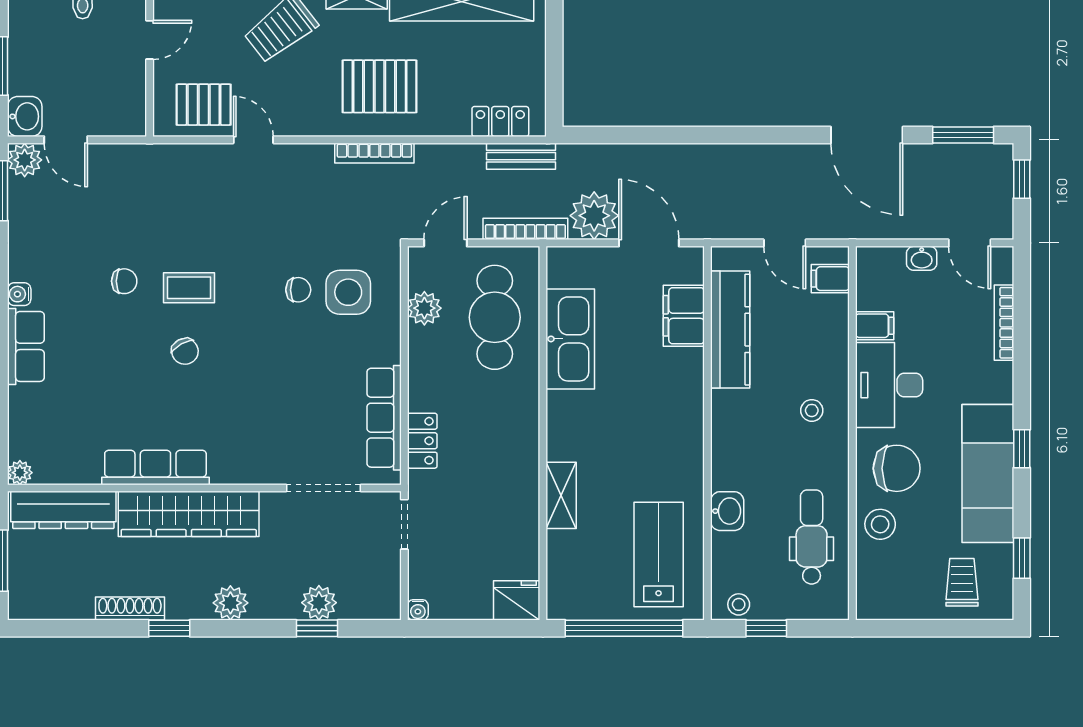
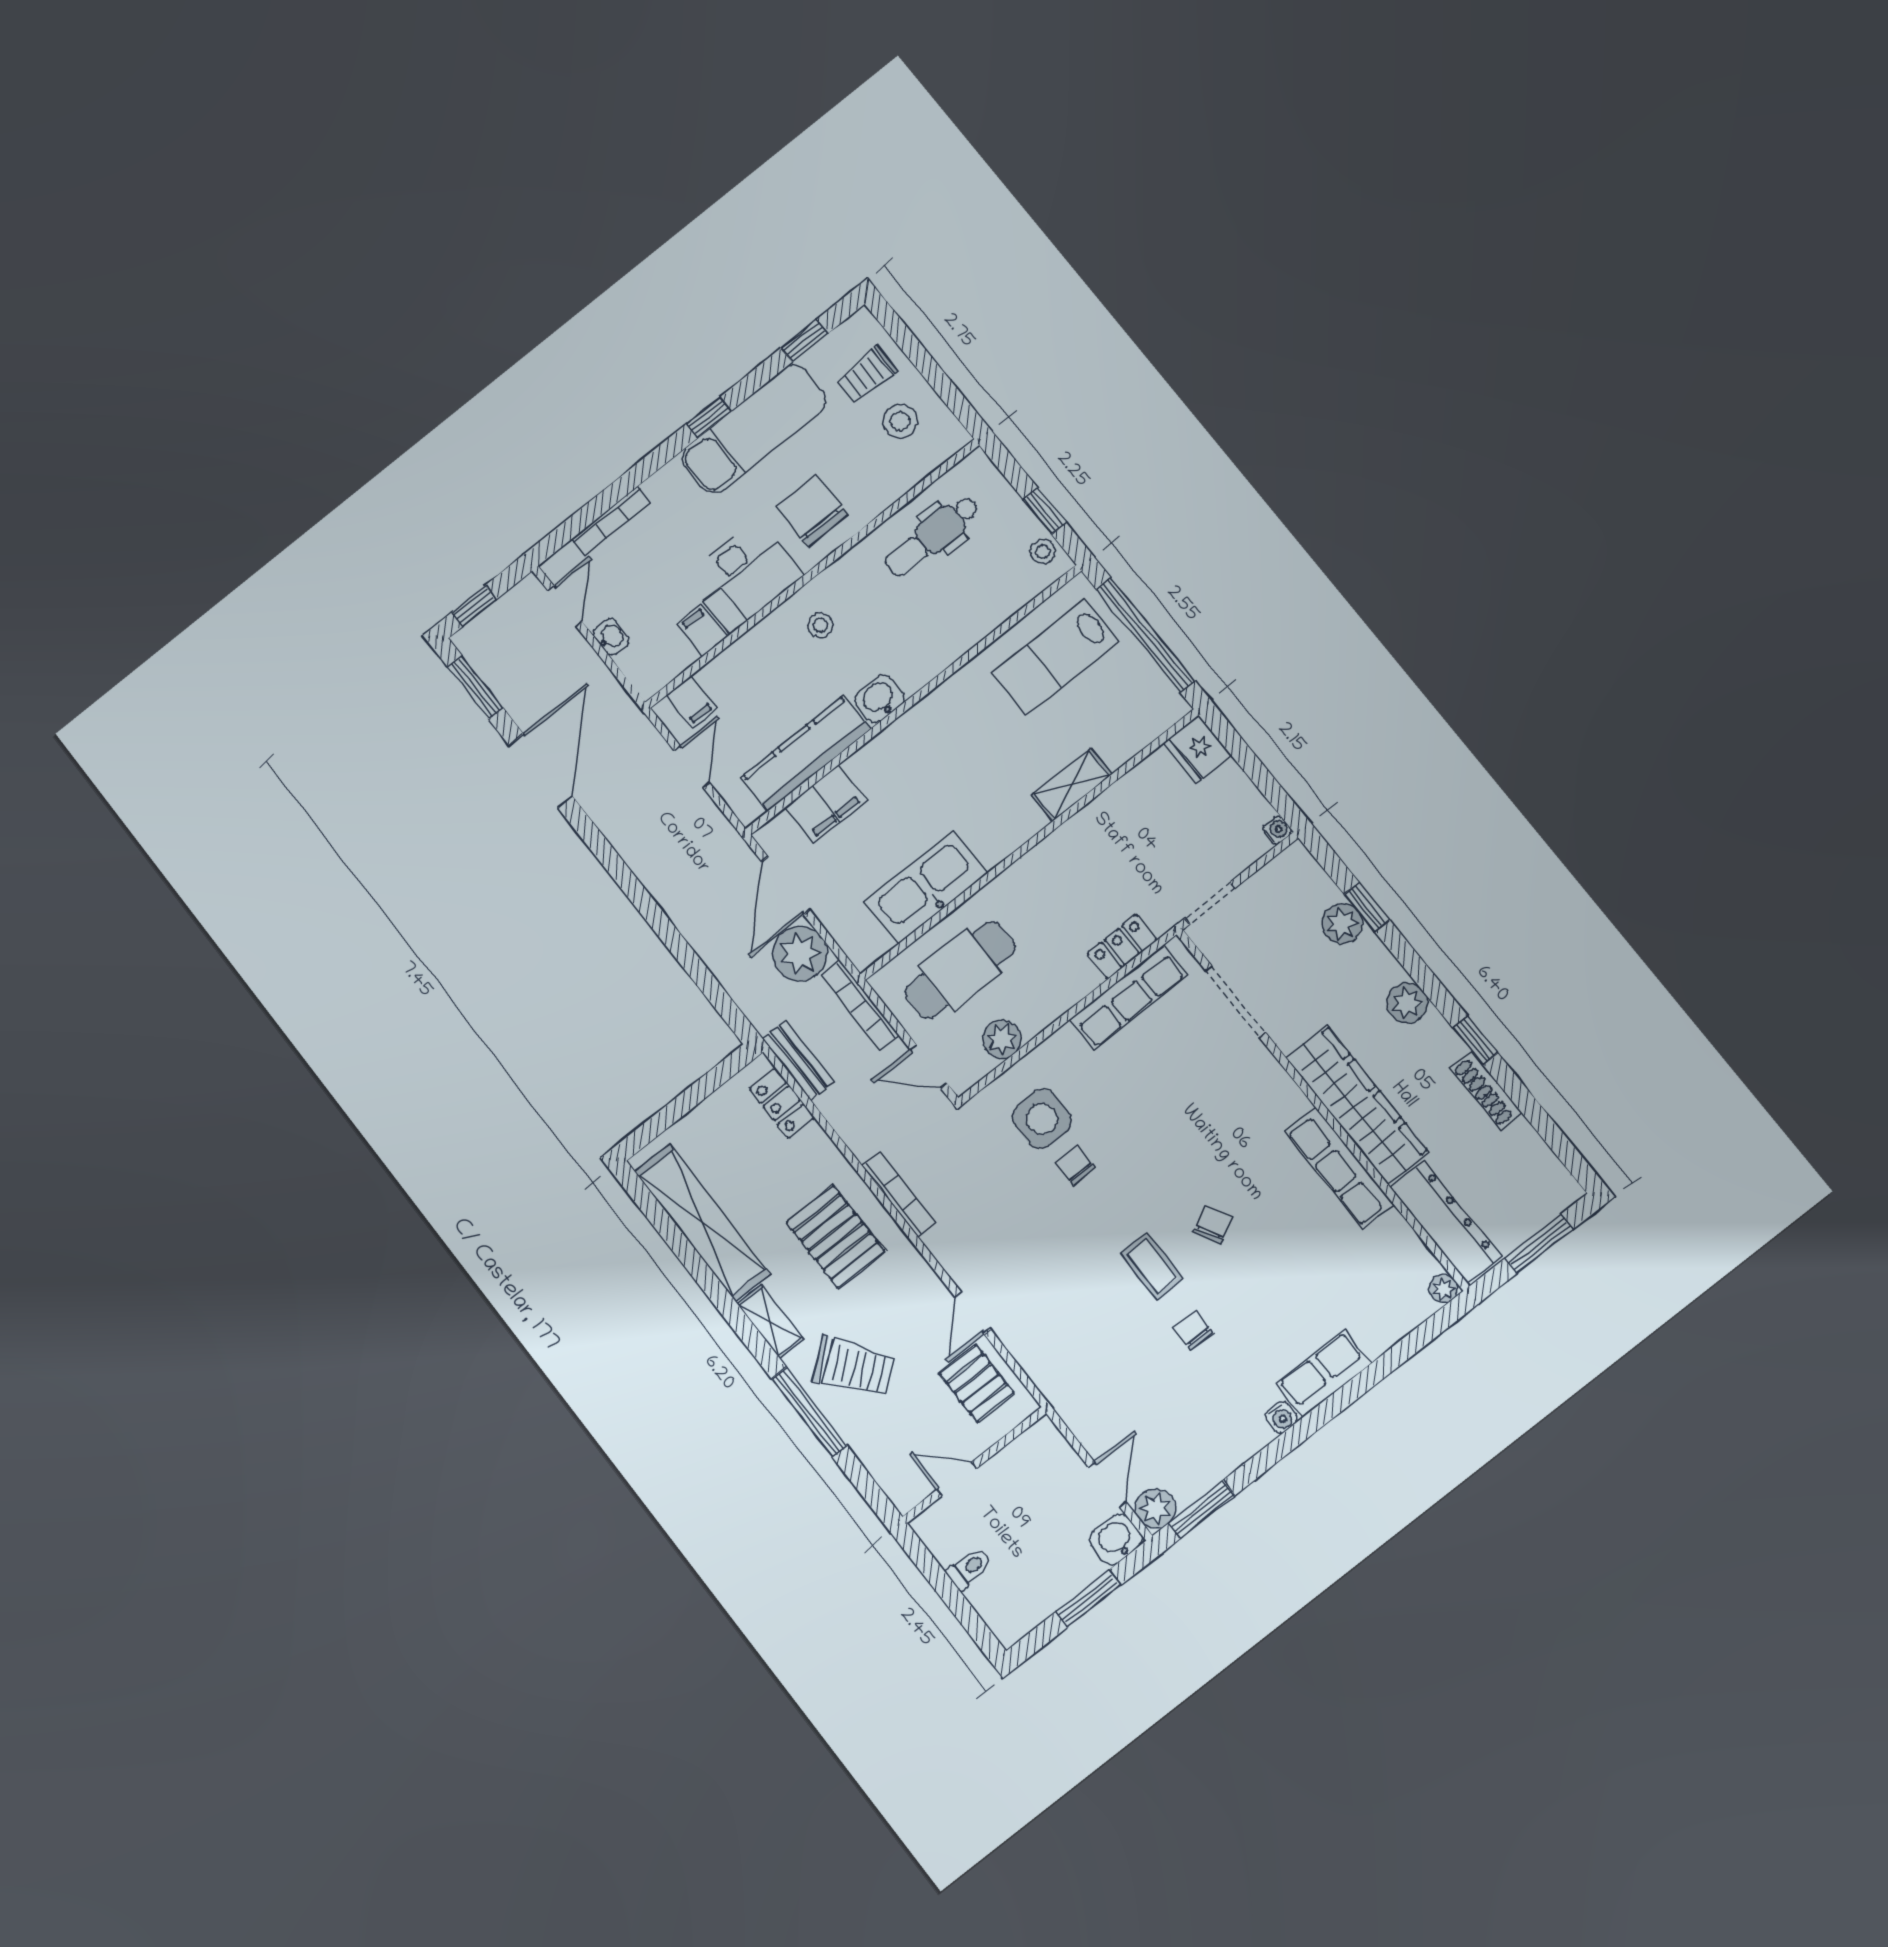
washbasin: (727, 511) -> (879, 699), moved
stool: (880, 524) -> (900, 421), moved

